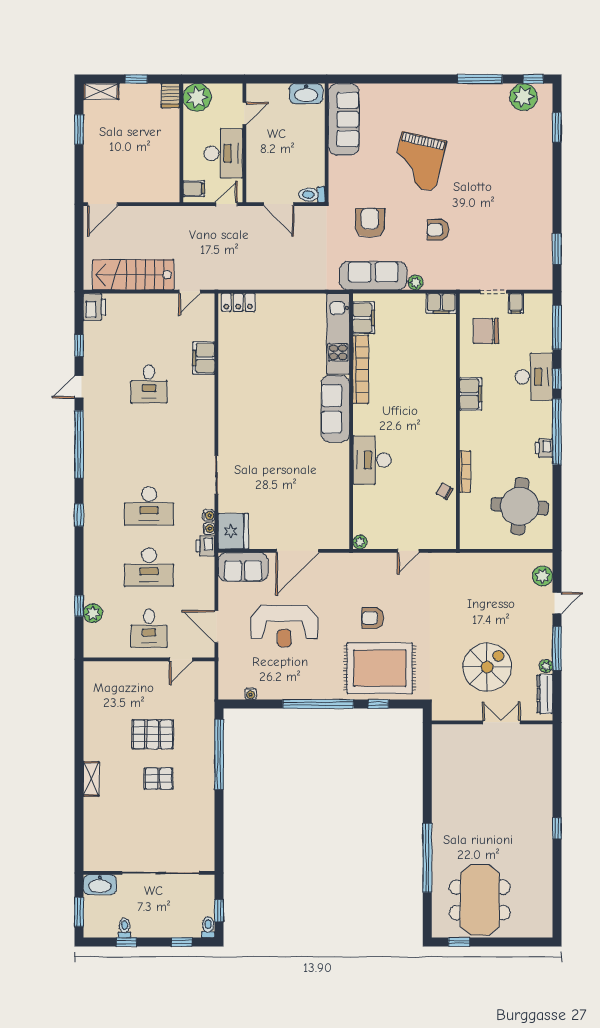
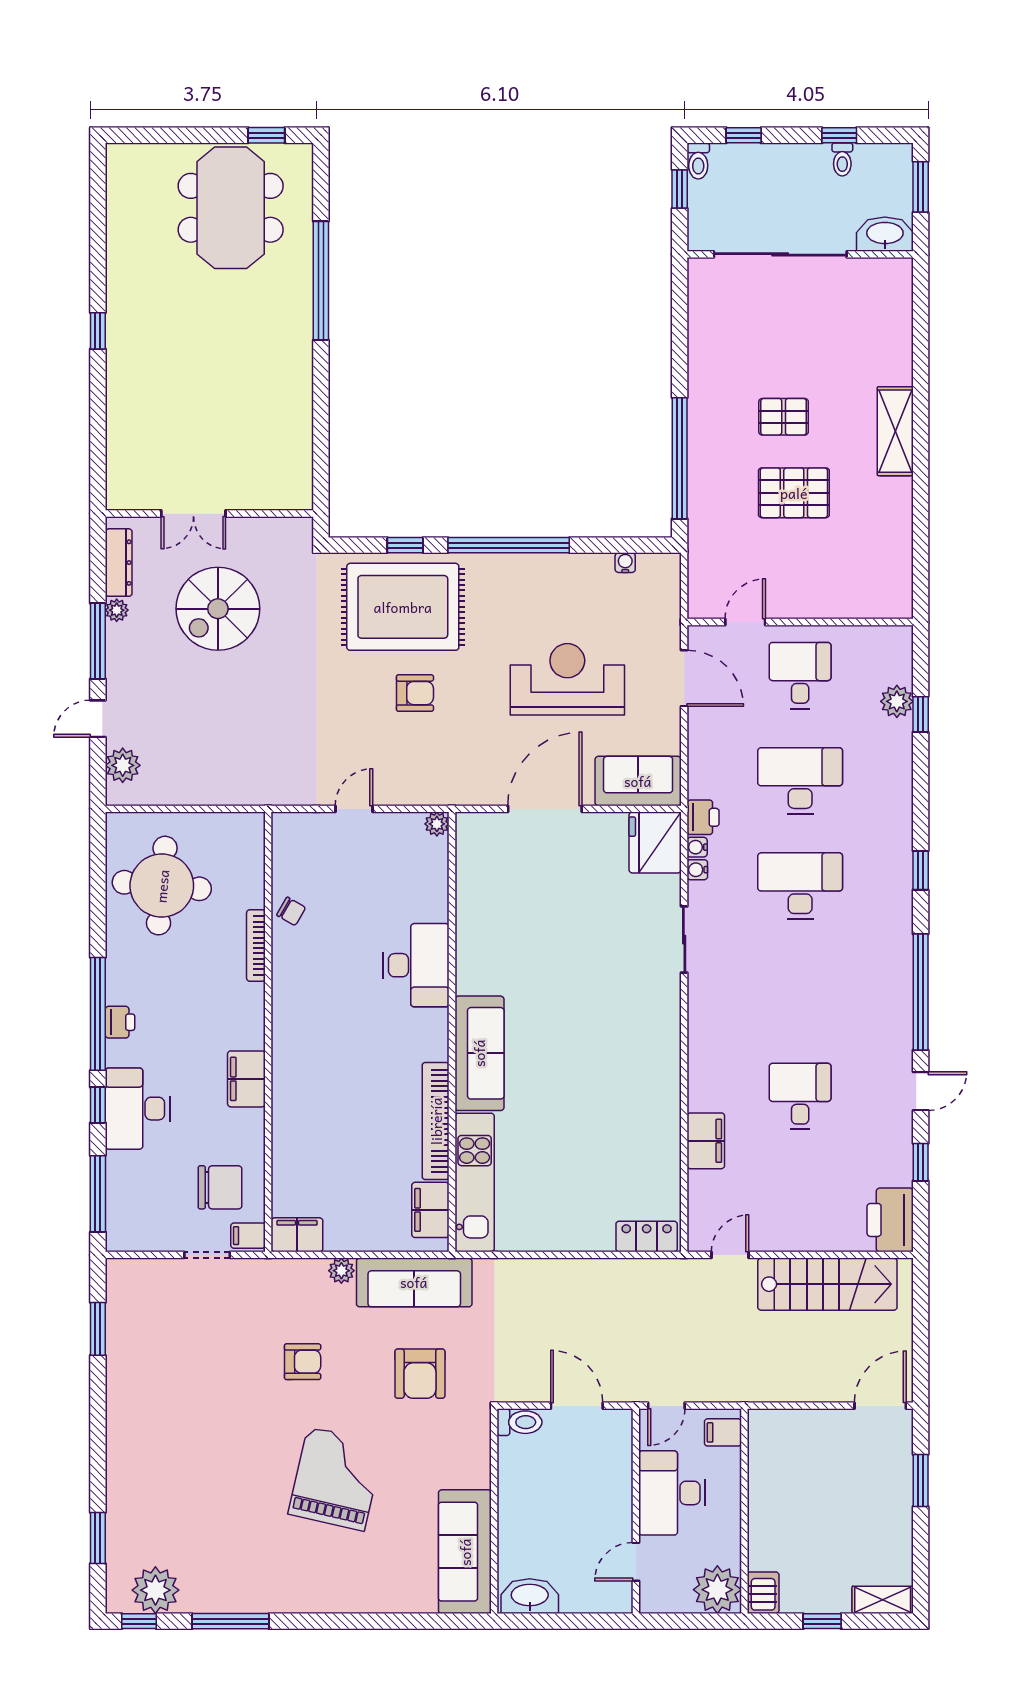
window: (79, 129) -> (921, 1481), moved
filing cabinet: (516, 303) -> (248, 1236), moved, turned -90
printer: (95, 307) -> (890, 1220), width x1.37, depth x1.19
printer: (544, 448) -> (120, 1022), moved
shelving: (91, 779) -> (895, 431), width x1.50, depth x1.33

